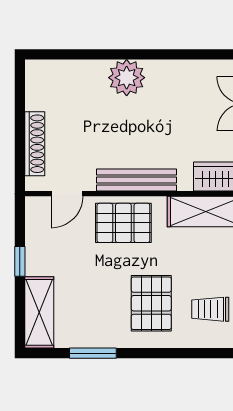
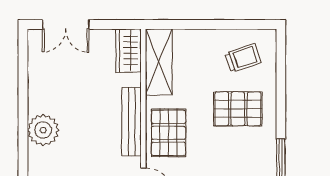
trolley: (210, 309) -> (243, 58), turned -109

